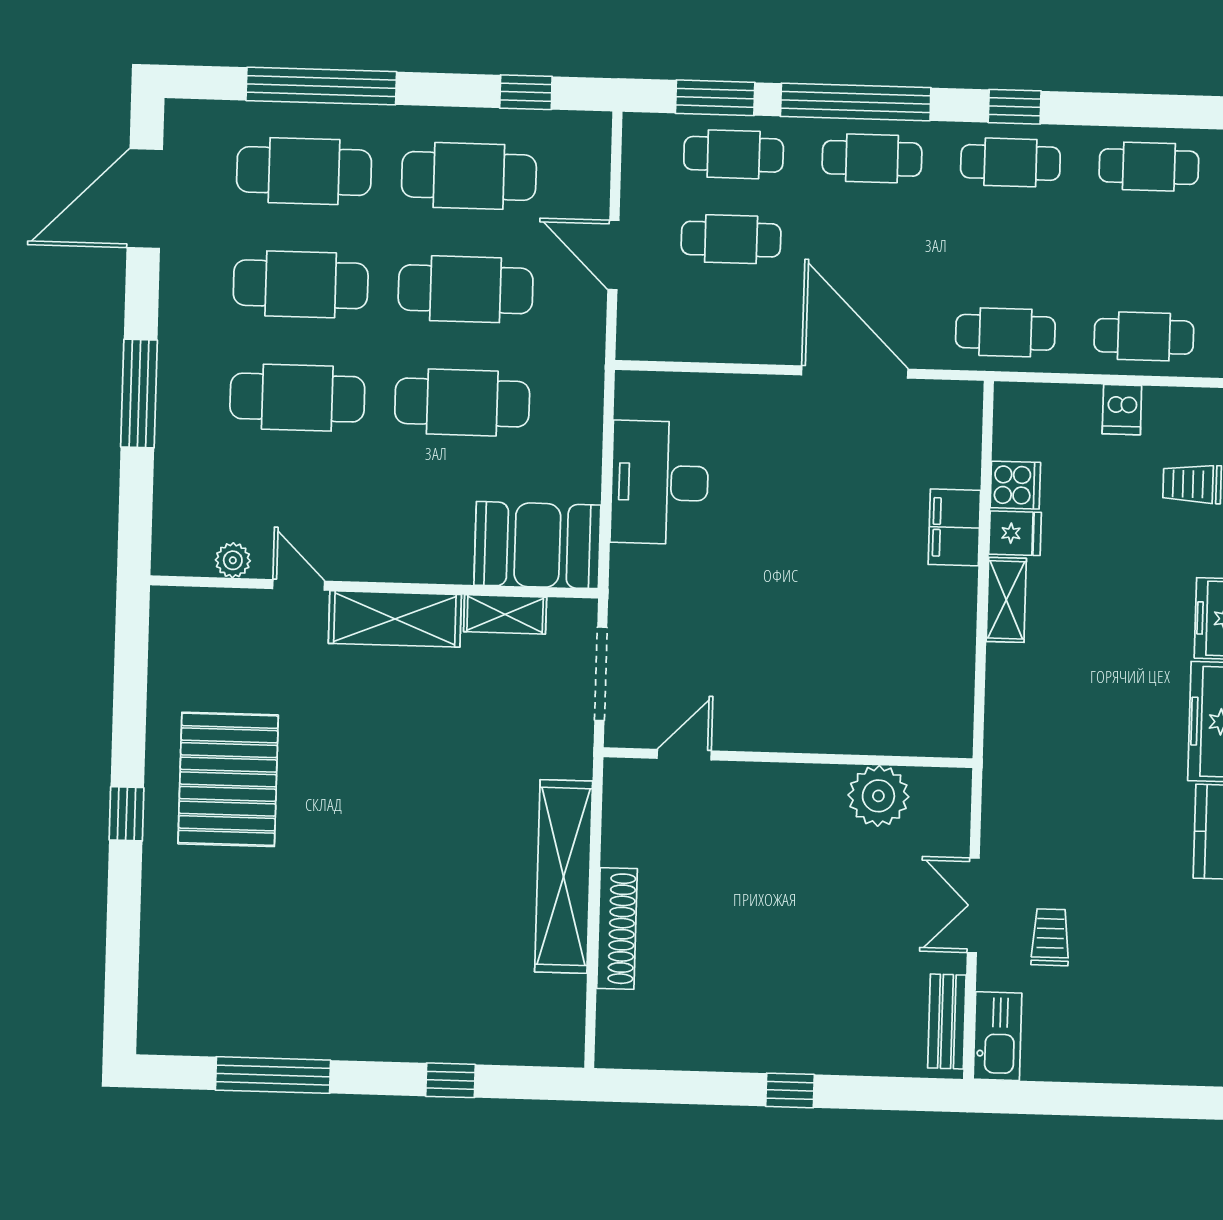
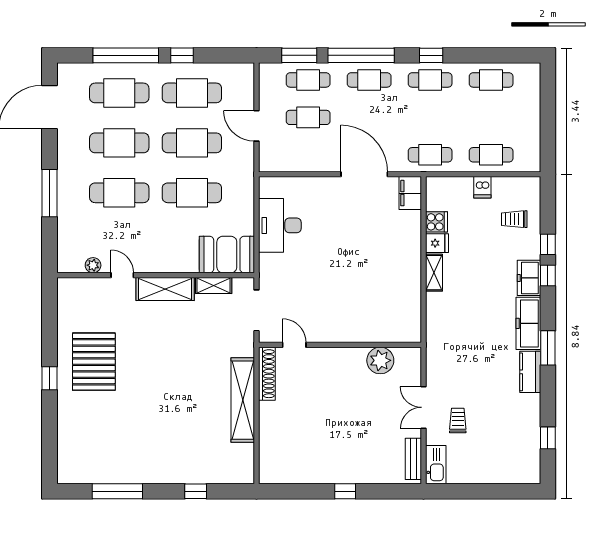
window: (526, 92) -> (182, 55), moved
filing cabinet: (954, 527) -> (410, 193), moved
door: (684, 755) -> (294, 345), hinge flipped
shoe rack: (617, 929) -> (267, 374), moved

